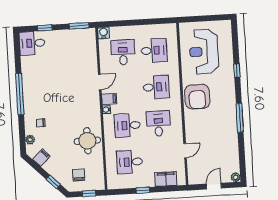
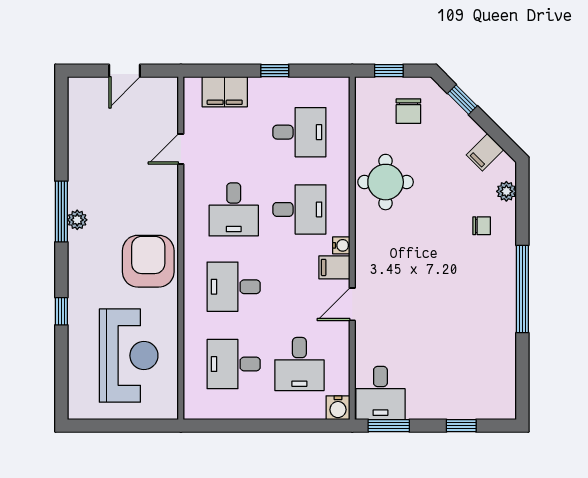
desk: (32, 43) -> (380, 393), moved, turned 90
plant: (236, 177) -> (77, 220), moved

